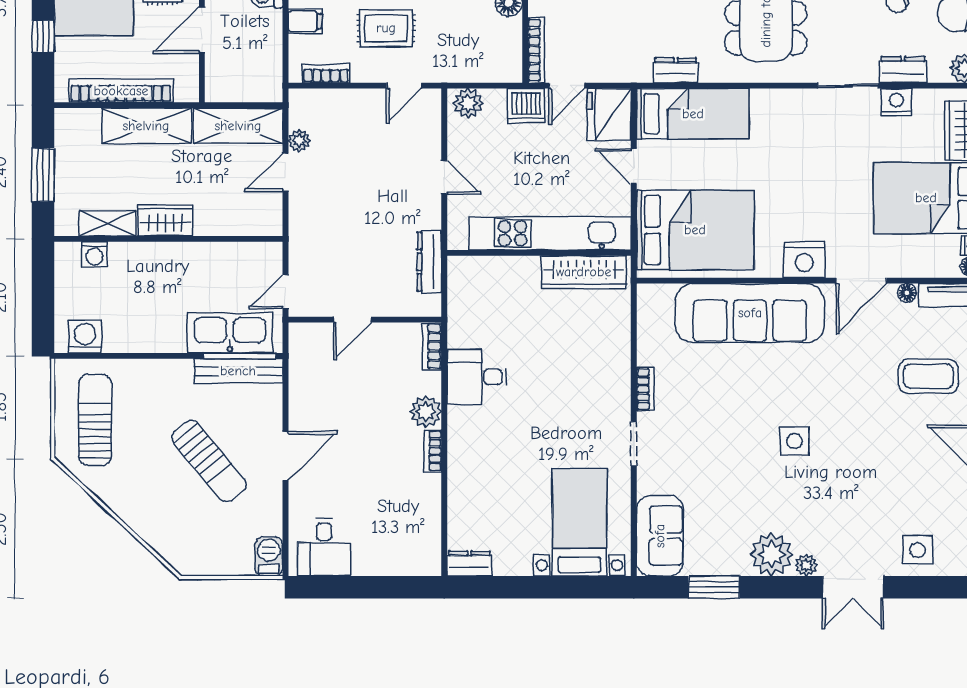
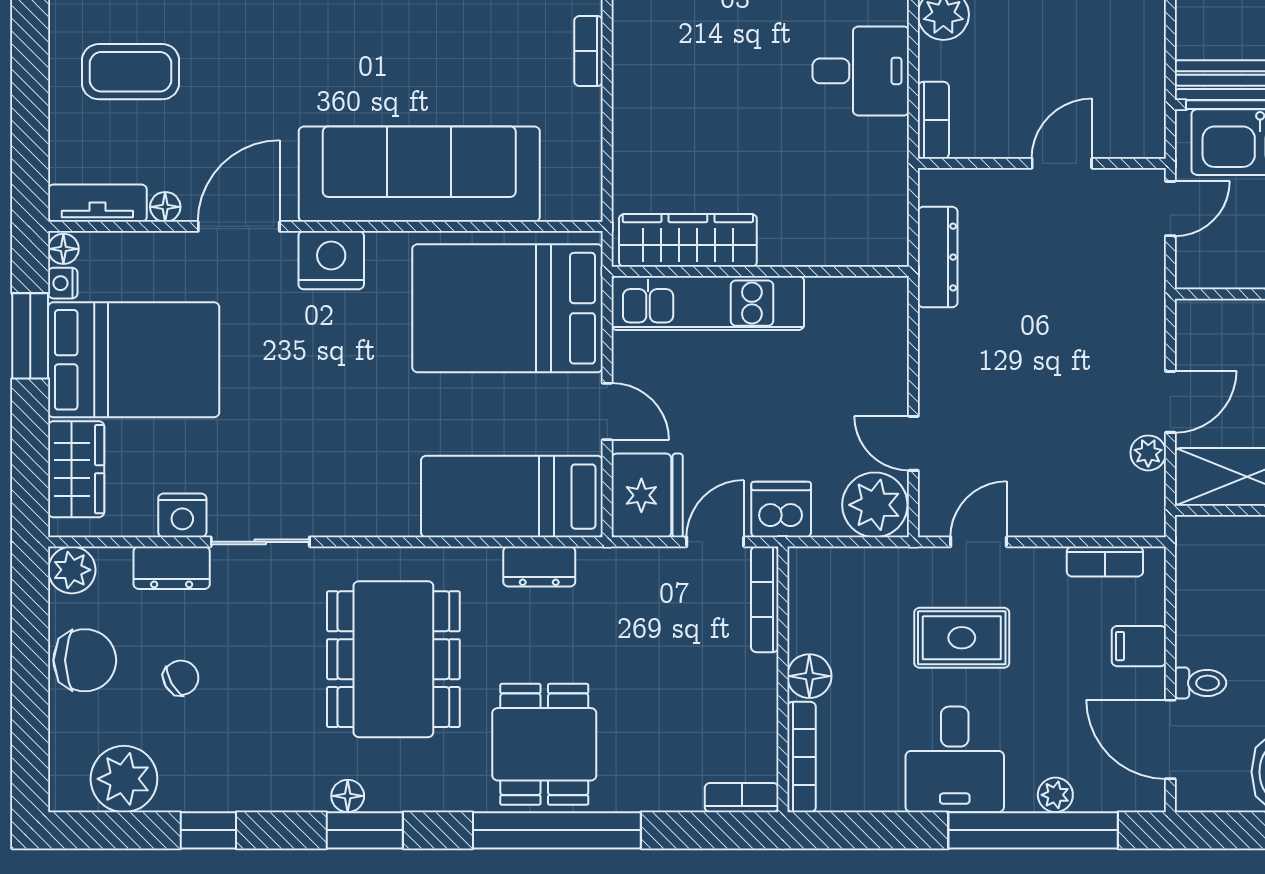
rug: (386, 28) -> (962, 638), moved
plant: (468, 103) -> (875, 505), width x1.36, depth x1.36
door: (444, 177) -> (913, 443), moved
kitchen unit: (550, 233) -> (708, 303), width x0.73

